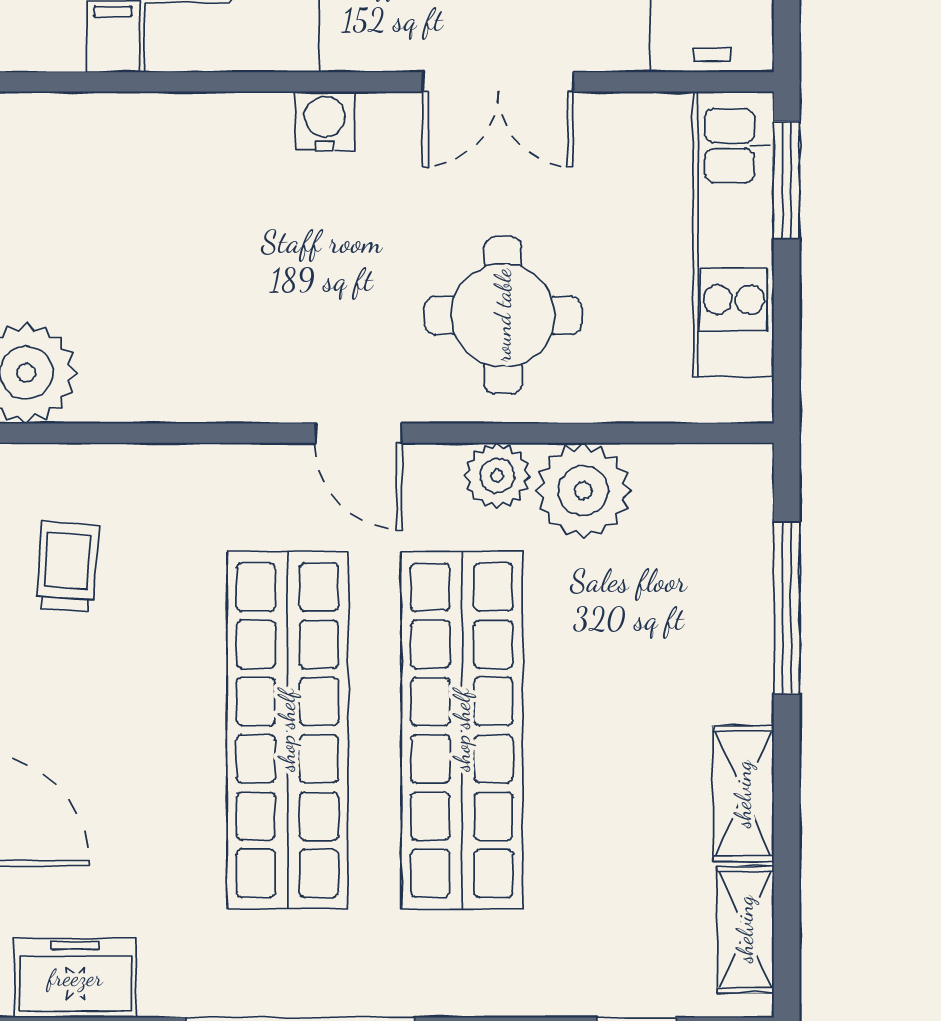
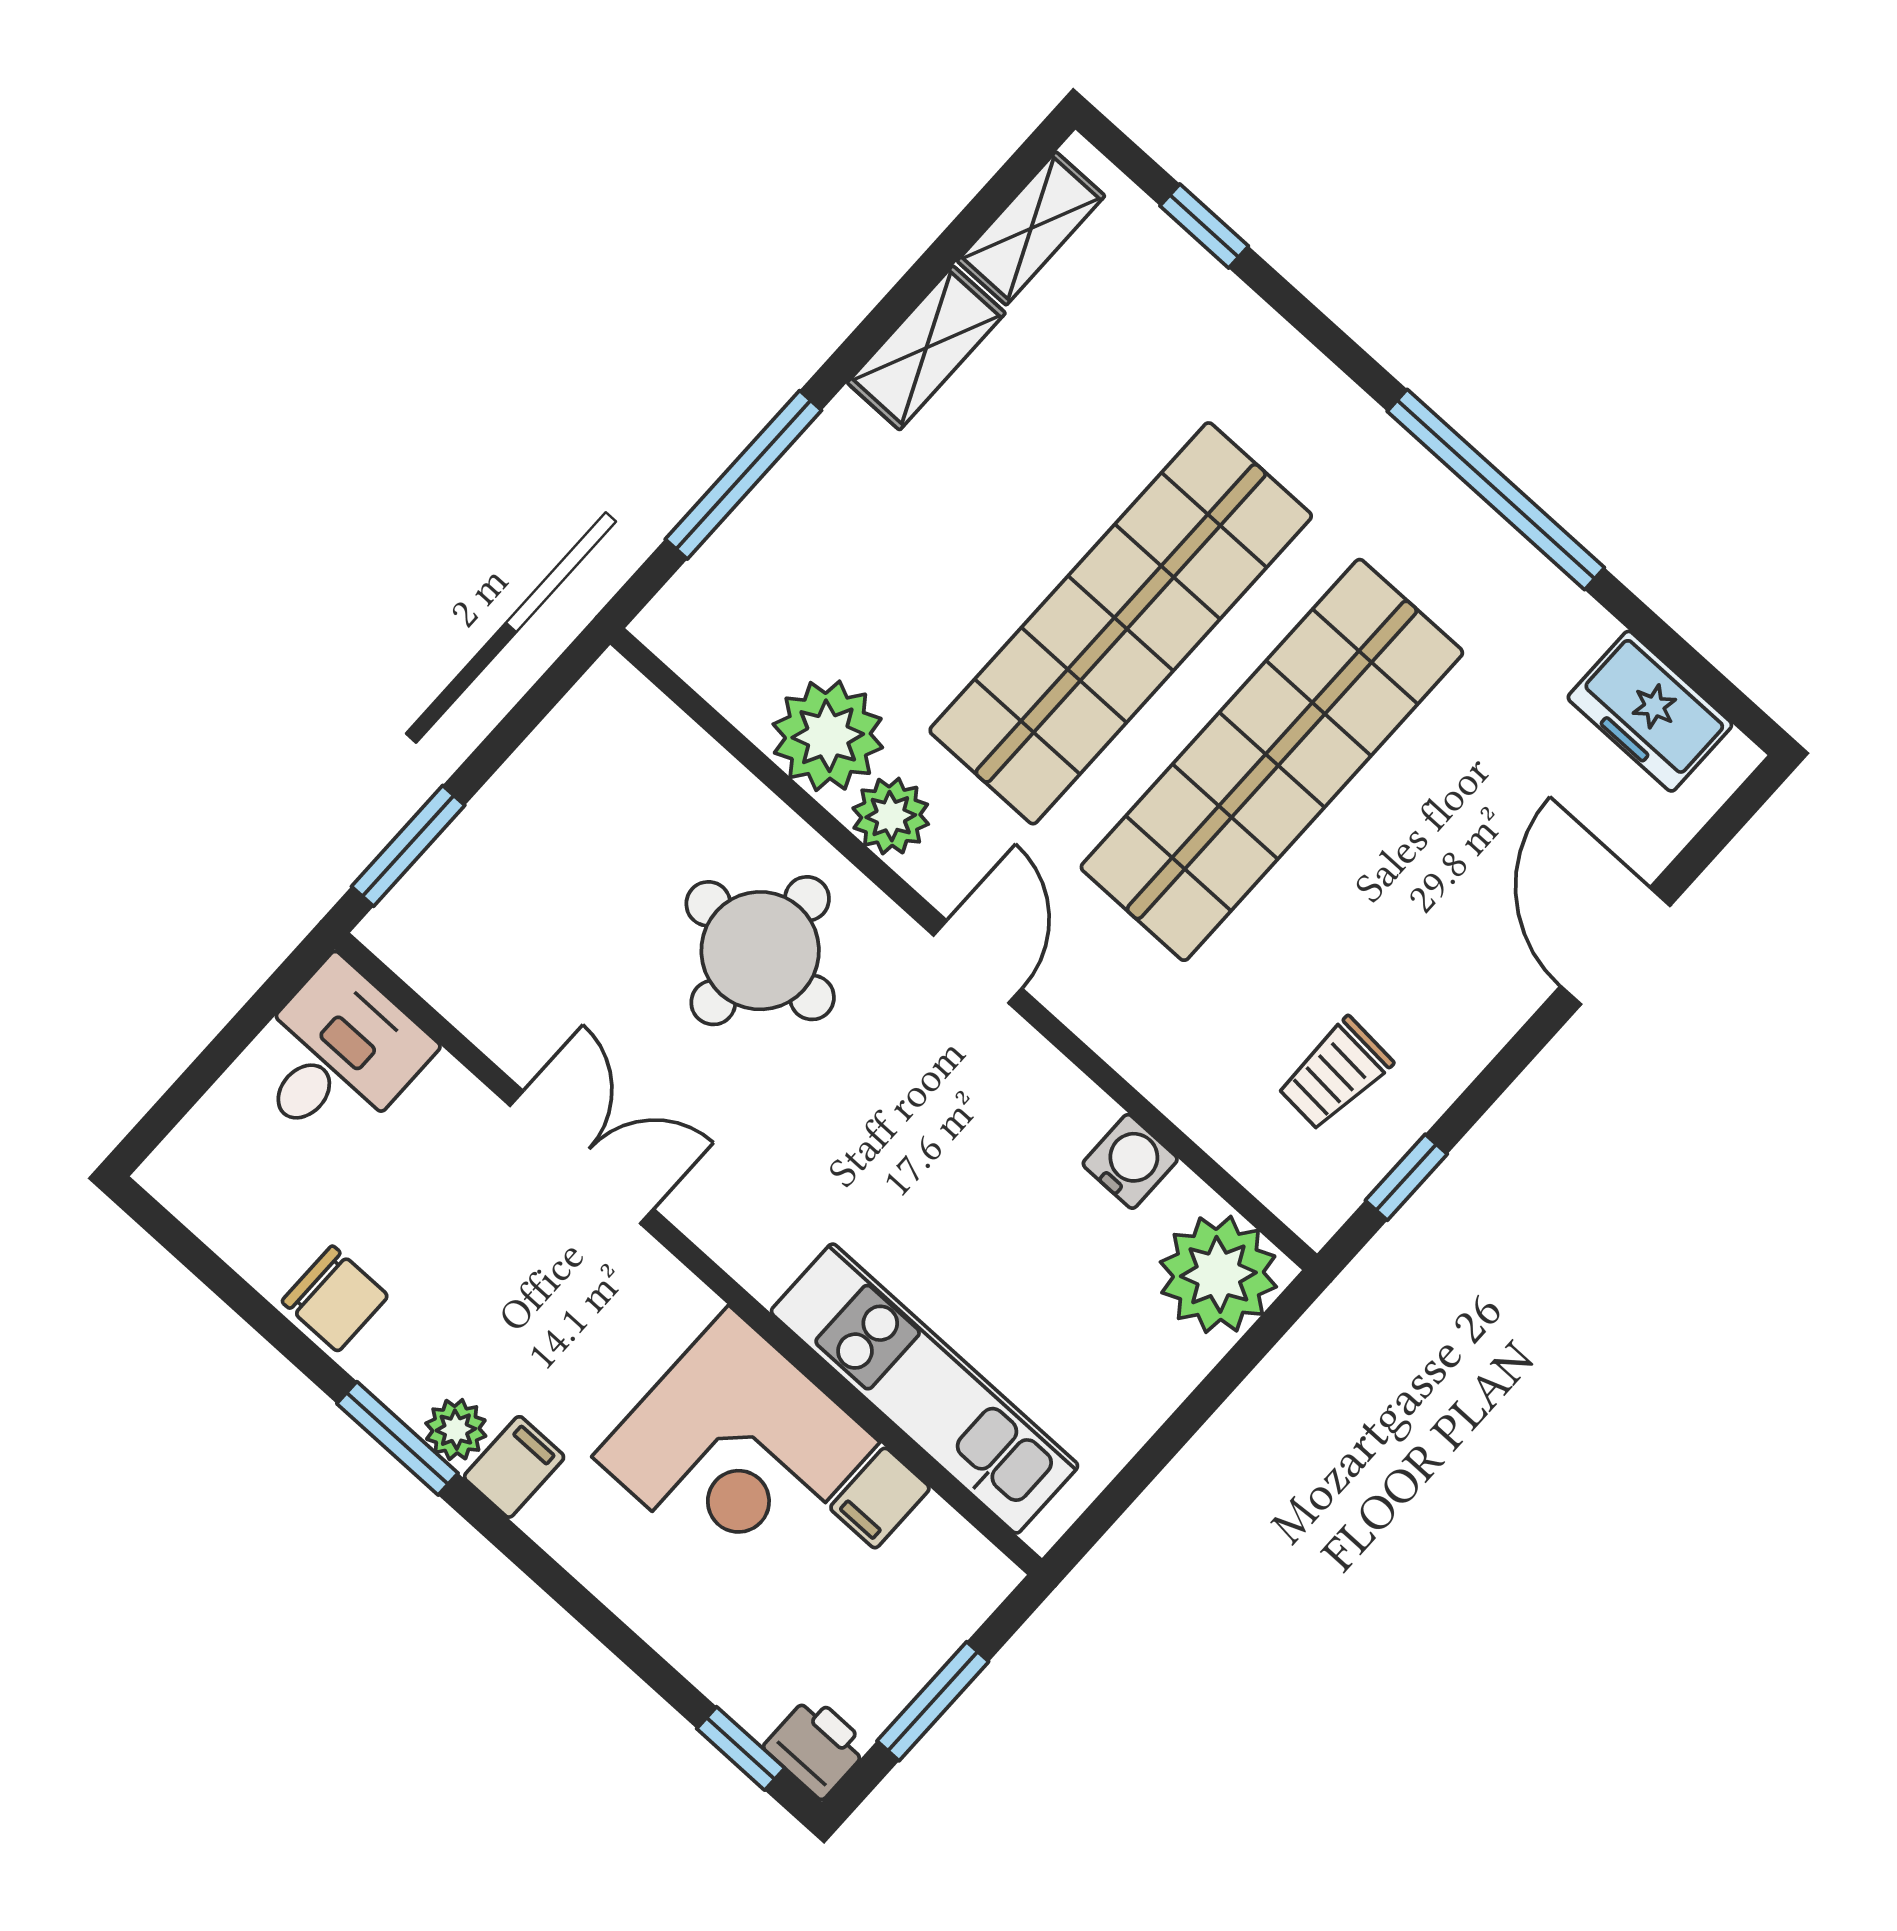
water cooler: (325, 121) -> (1130, 1161), moved, turned 180
kitchen unit: (734, 234) -> (925, 1389), moved, turned -90

